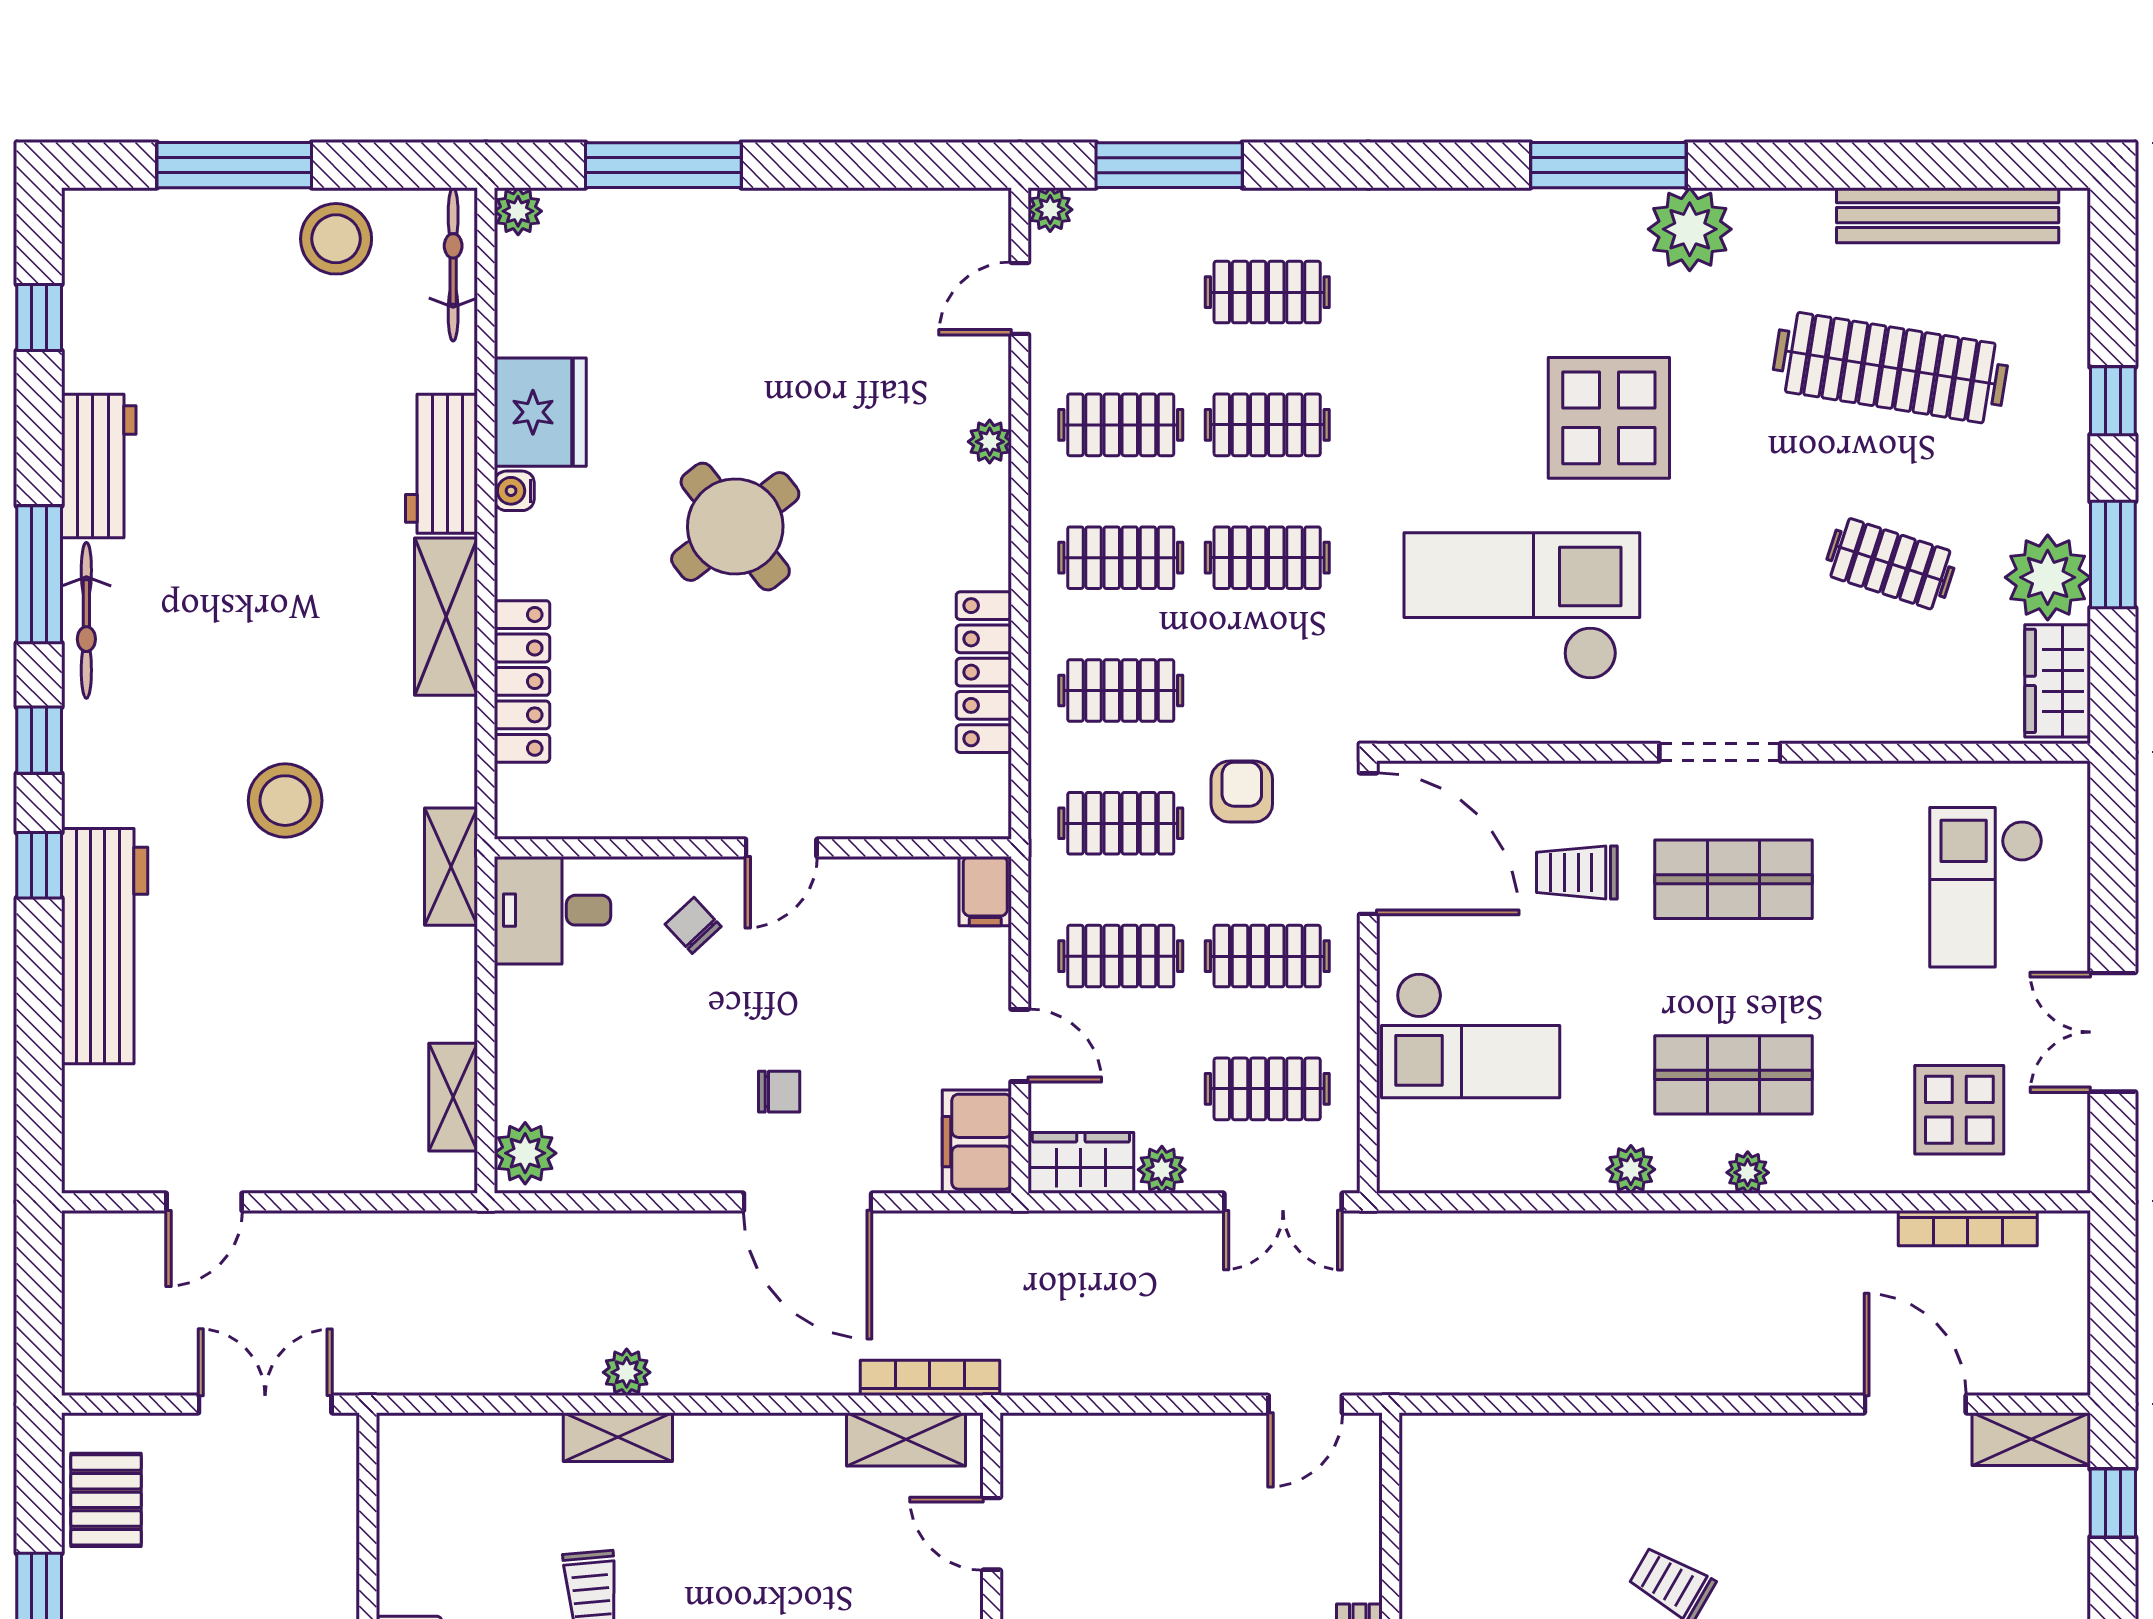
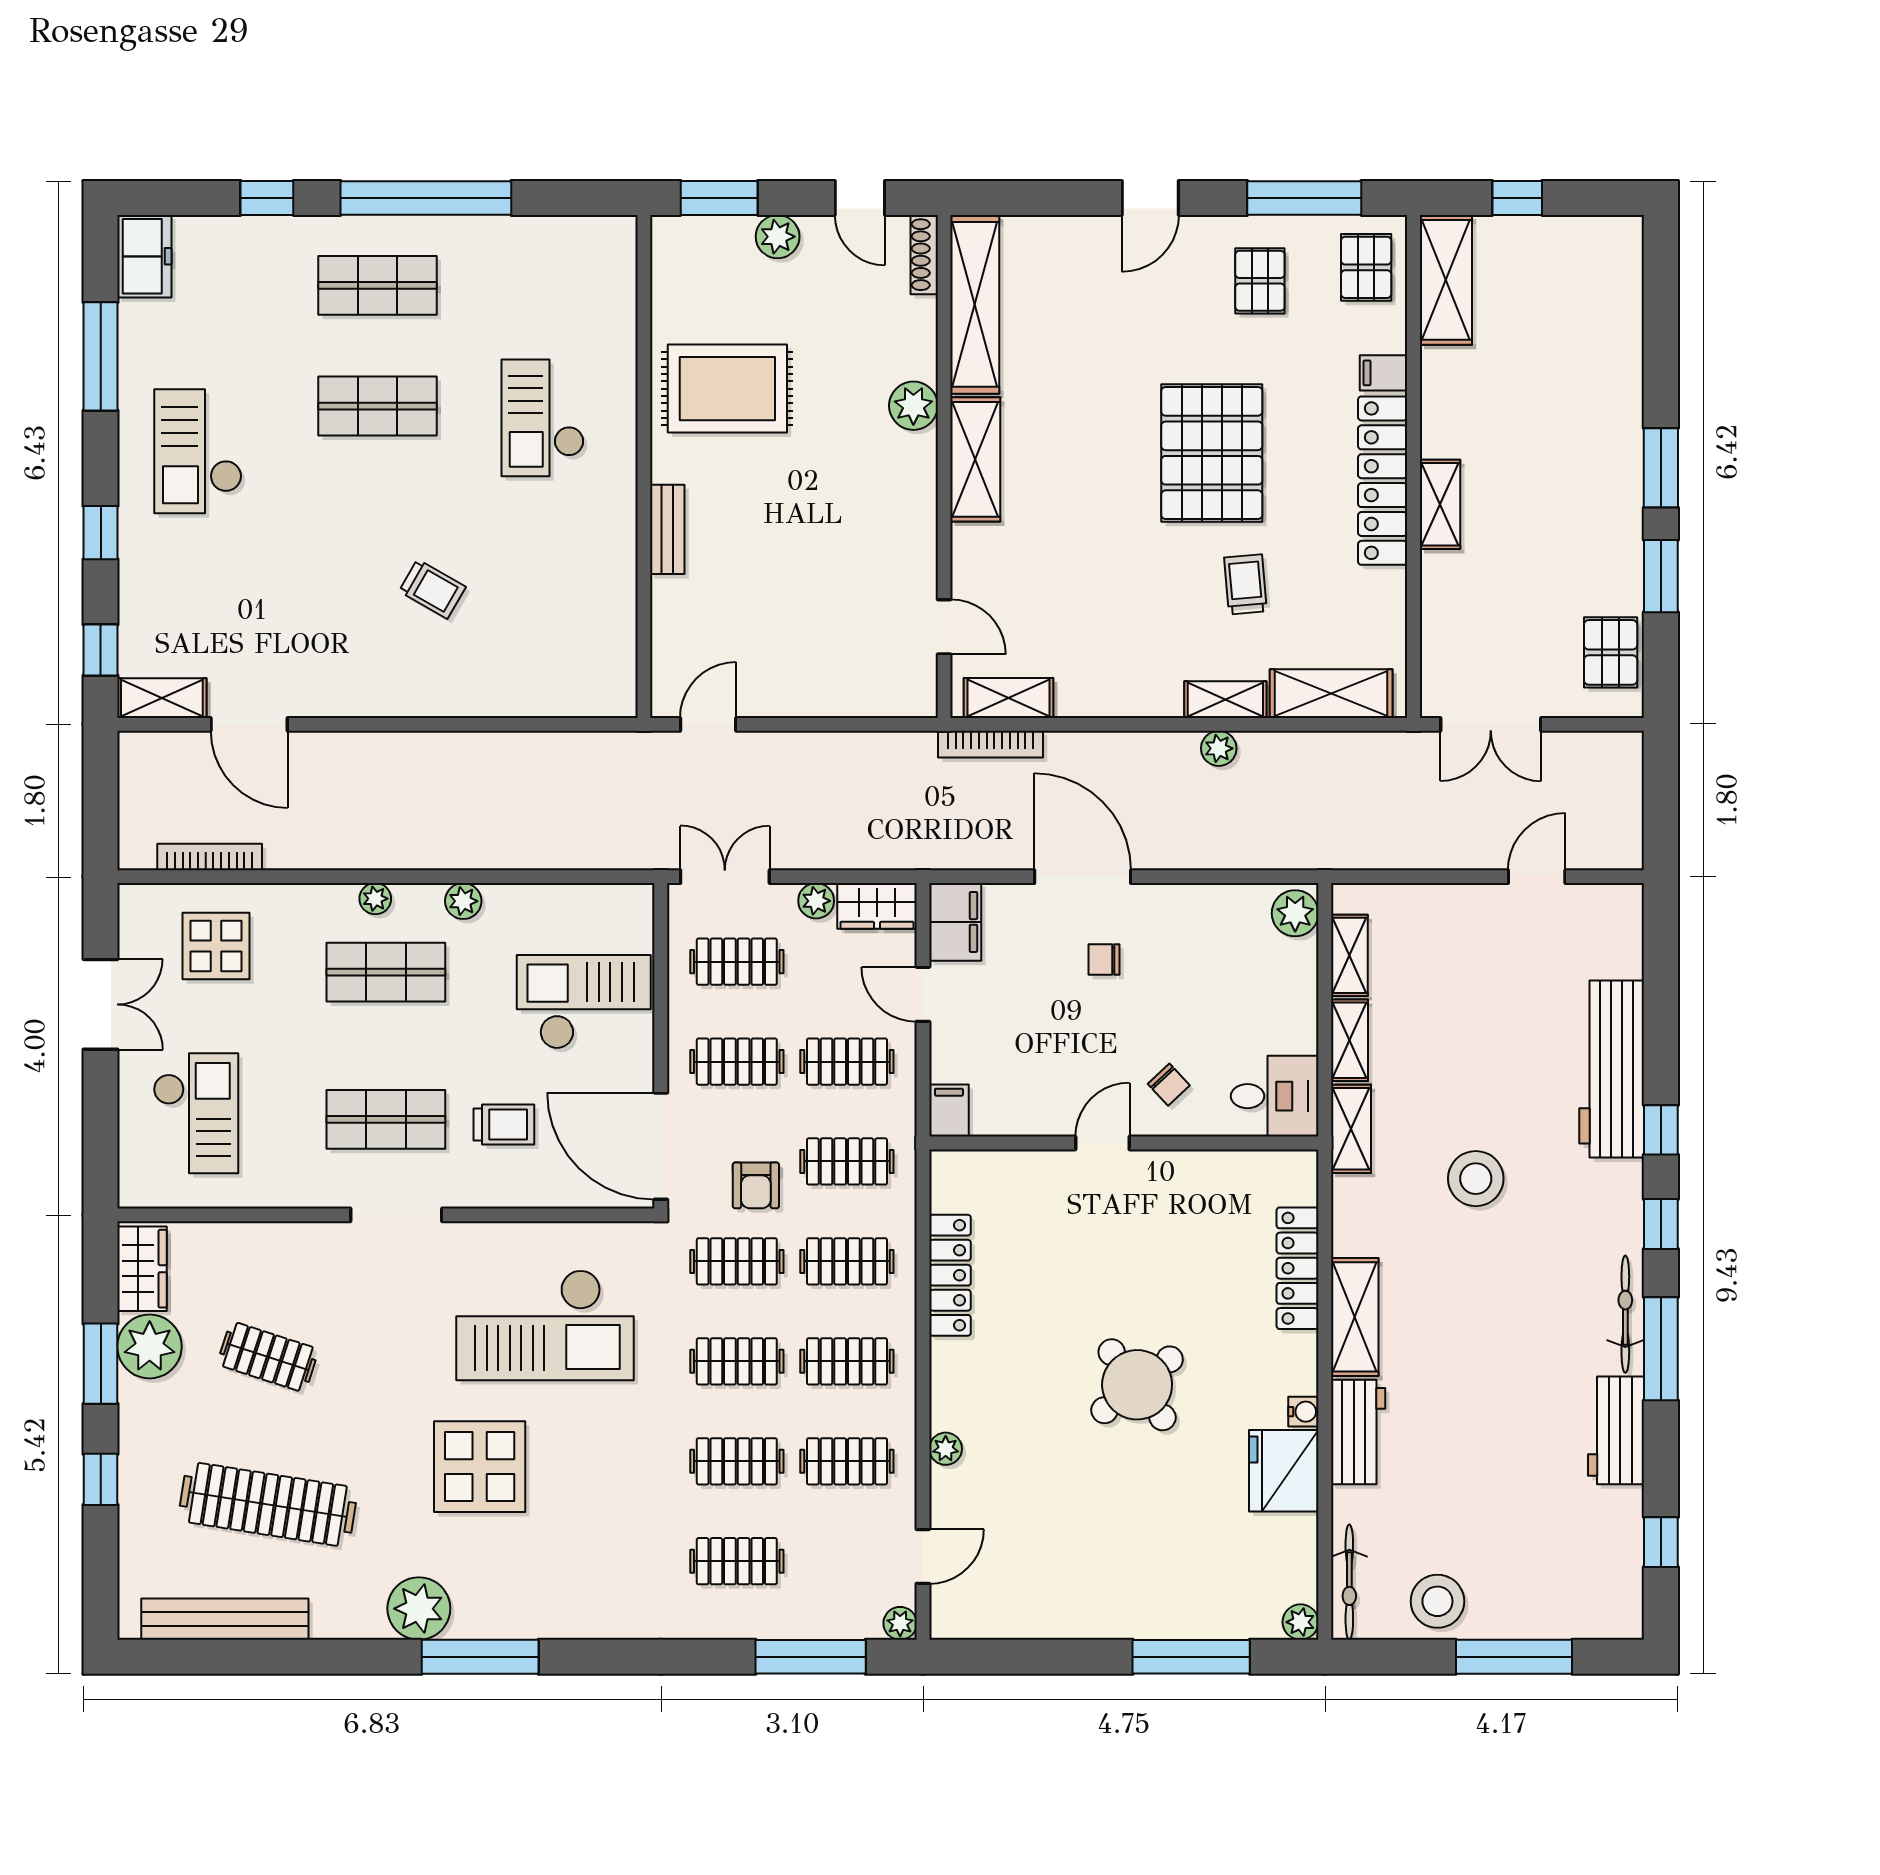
clothes rail: (1267, 690) -> (737, 1261), added
shelving: (453, 984) -> (1349, 1040), added
shelving: (477, 1445) -> (1331, 694), added

